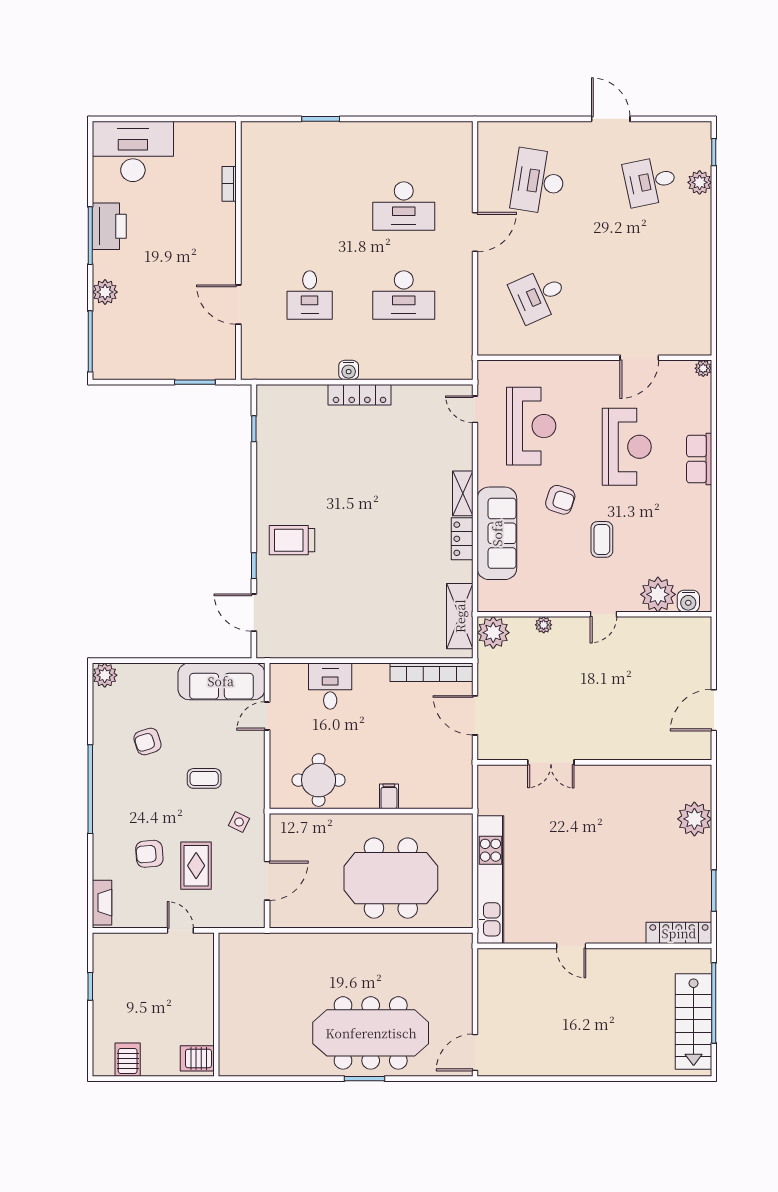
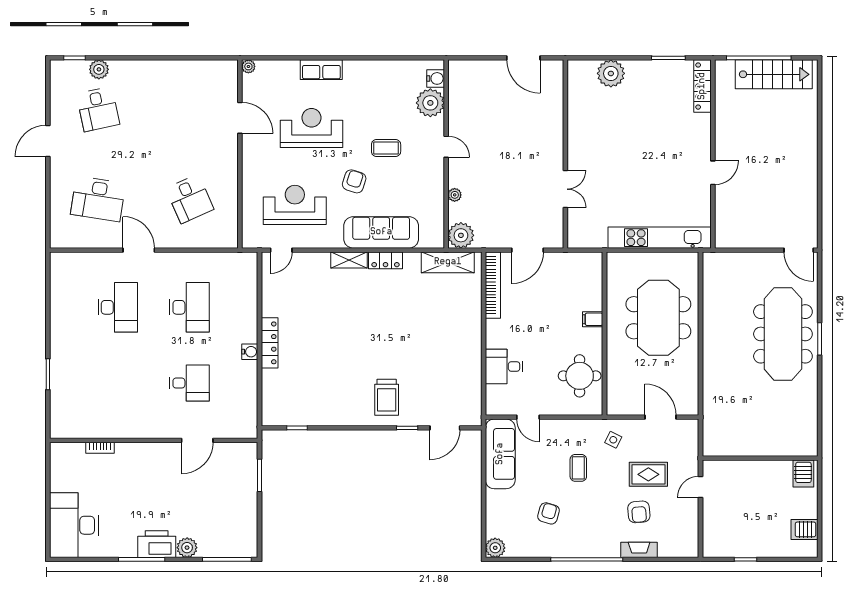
printer: (109, 226) -> (157, 544), moved
armchair: (148, 741) -> (549, 513), turned -146
fireplace: (102, 903) -> (639, 550), moved

